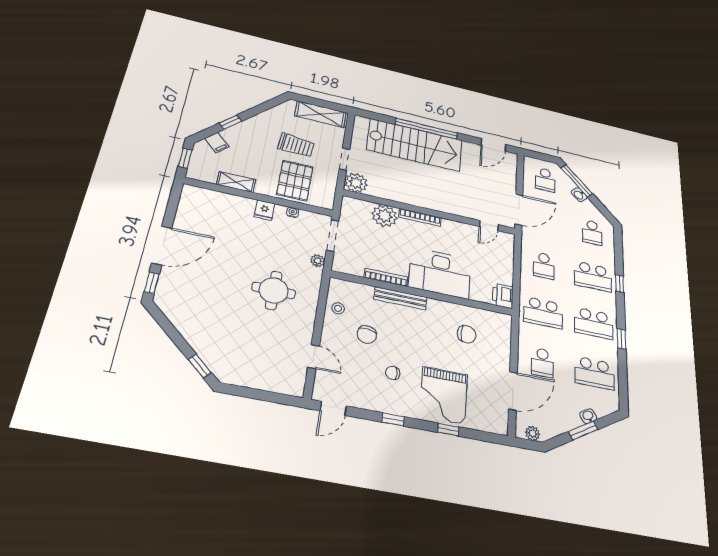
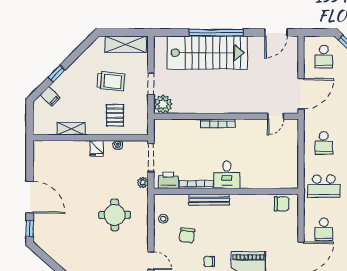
window: (185, 158) -> (30, 118), removed
pallet: (295, 181) -> (115, 115), width x0.67, depth x0.71
plant: (385, 216) -> (189, 129), removed
door: (162, 245) -> (30, 197), hinge flipped
desk: (440, 273) -> (227, 175), width x0.53, depth x0.77
printer: (503, 296) -> (168, 180), moved, turned 90
chair: (467, 334) -> (282, 204), moved

